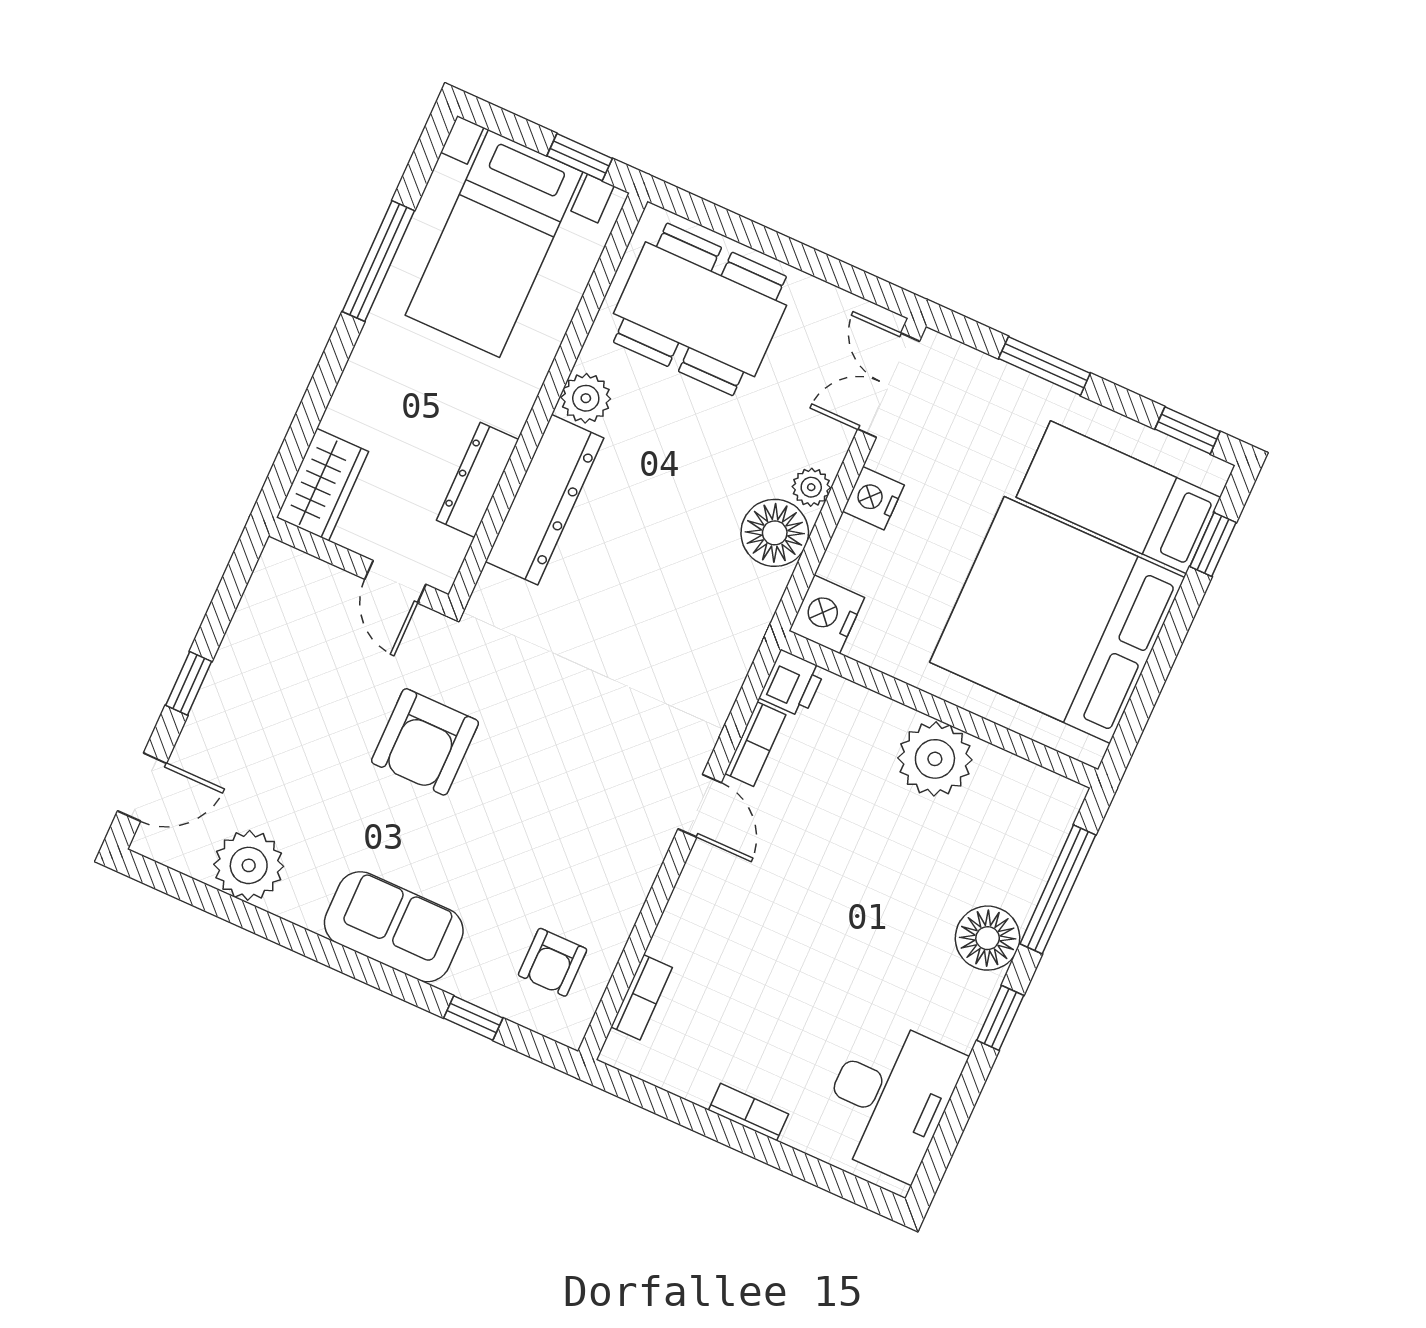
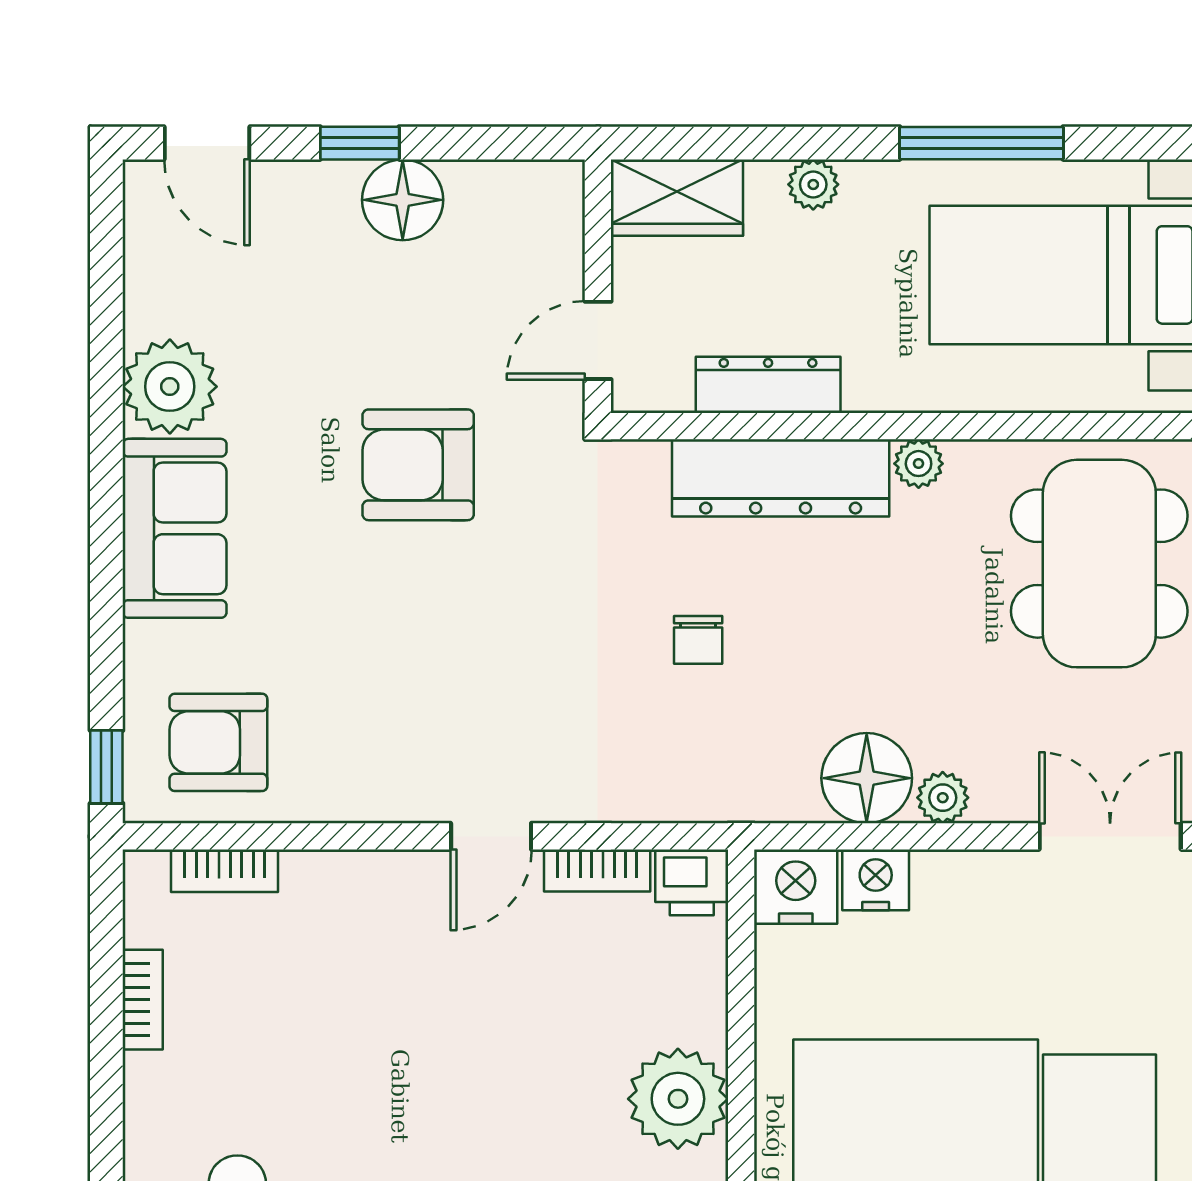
plant: (355, 388) -> (813, 184), added
plant: (586, 398) -> (919, 464), width x0.73, depth x0.73
nightstand: (873, 498) -> (876, 880), moved
chair: (629, 605) -> (698, 640), added
floor lamp: (240, 672) -> (403, 200), added
plant: (249, 865) -> (170, 387), moved
armchair: (553, 962) -> (218, 742), width x1.38, depth x1.38
window: (473, 1018) -> (106, 767), moved
bookcase: (748, 1112) -> (143, 1000), moved

